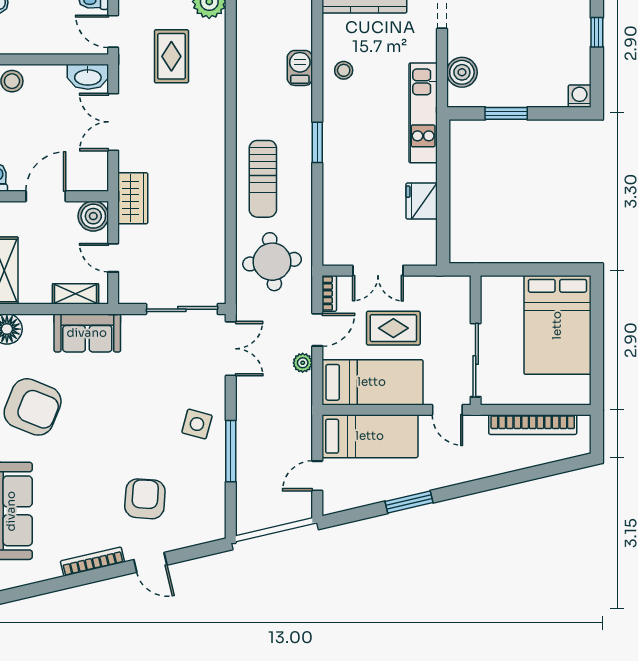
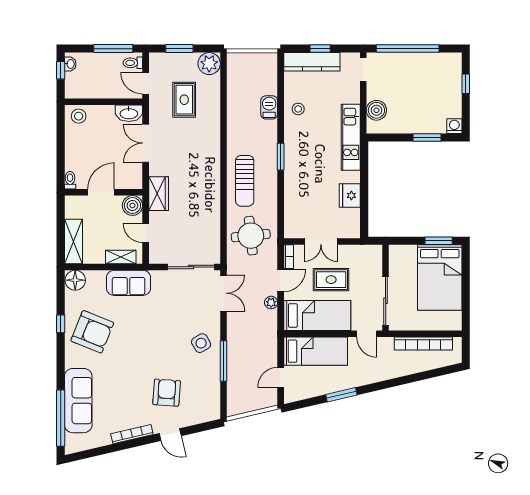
window: (506, 113) -> (427, 137), moved
window: (556, 269) -> (439, 241), added
side table: (197, 424) -> (201, 343), turned 45

